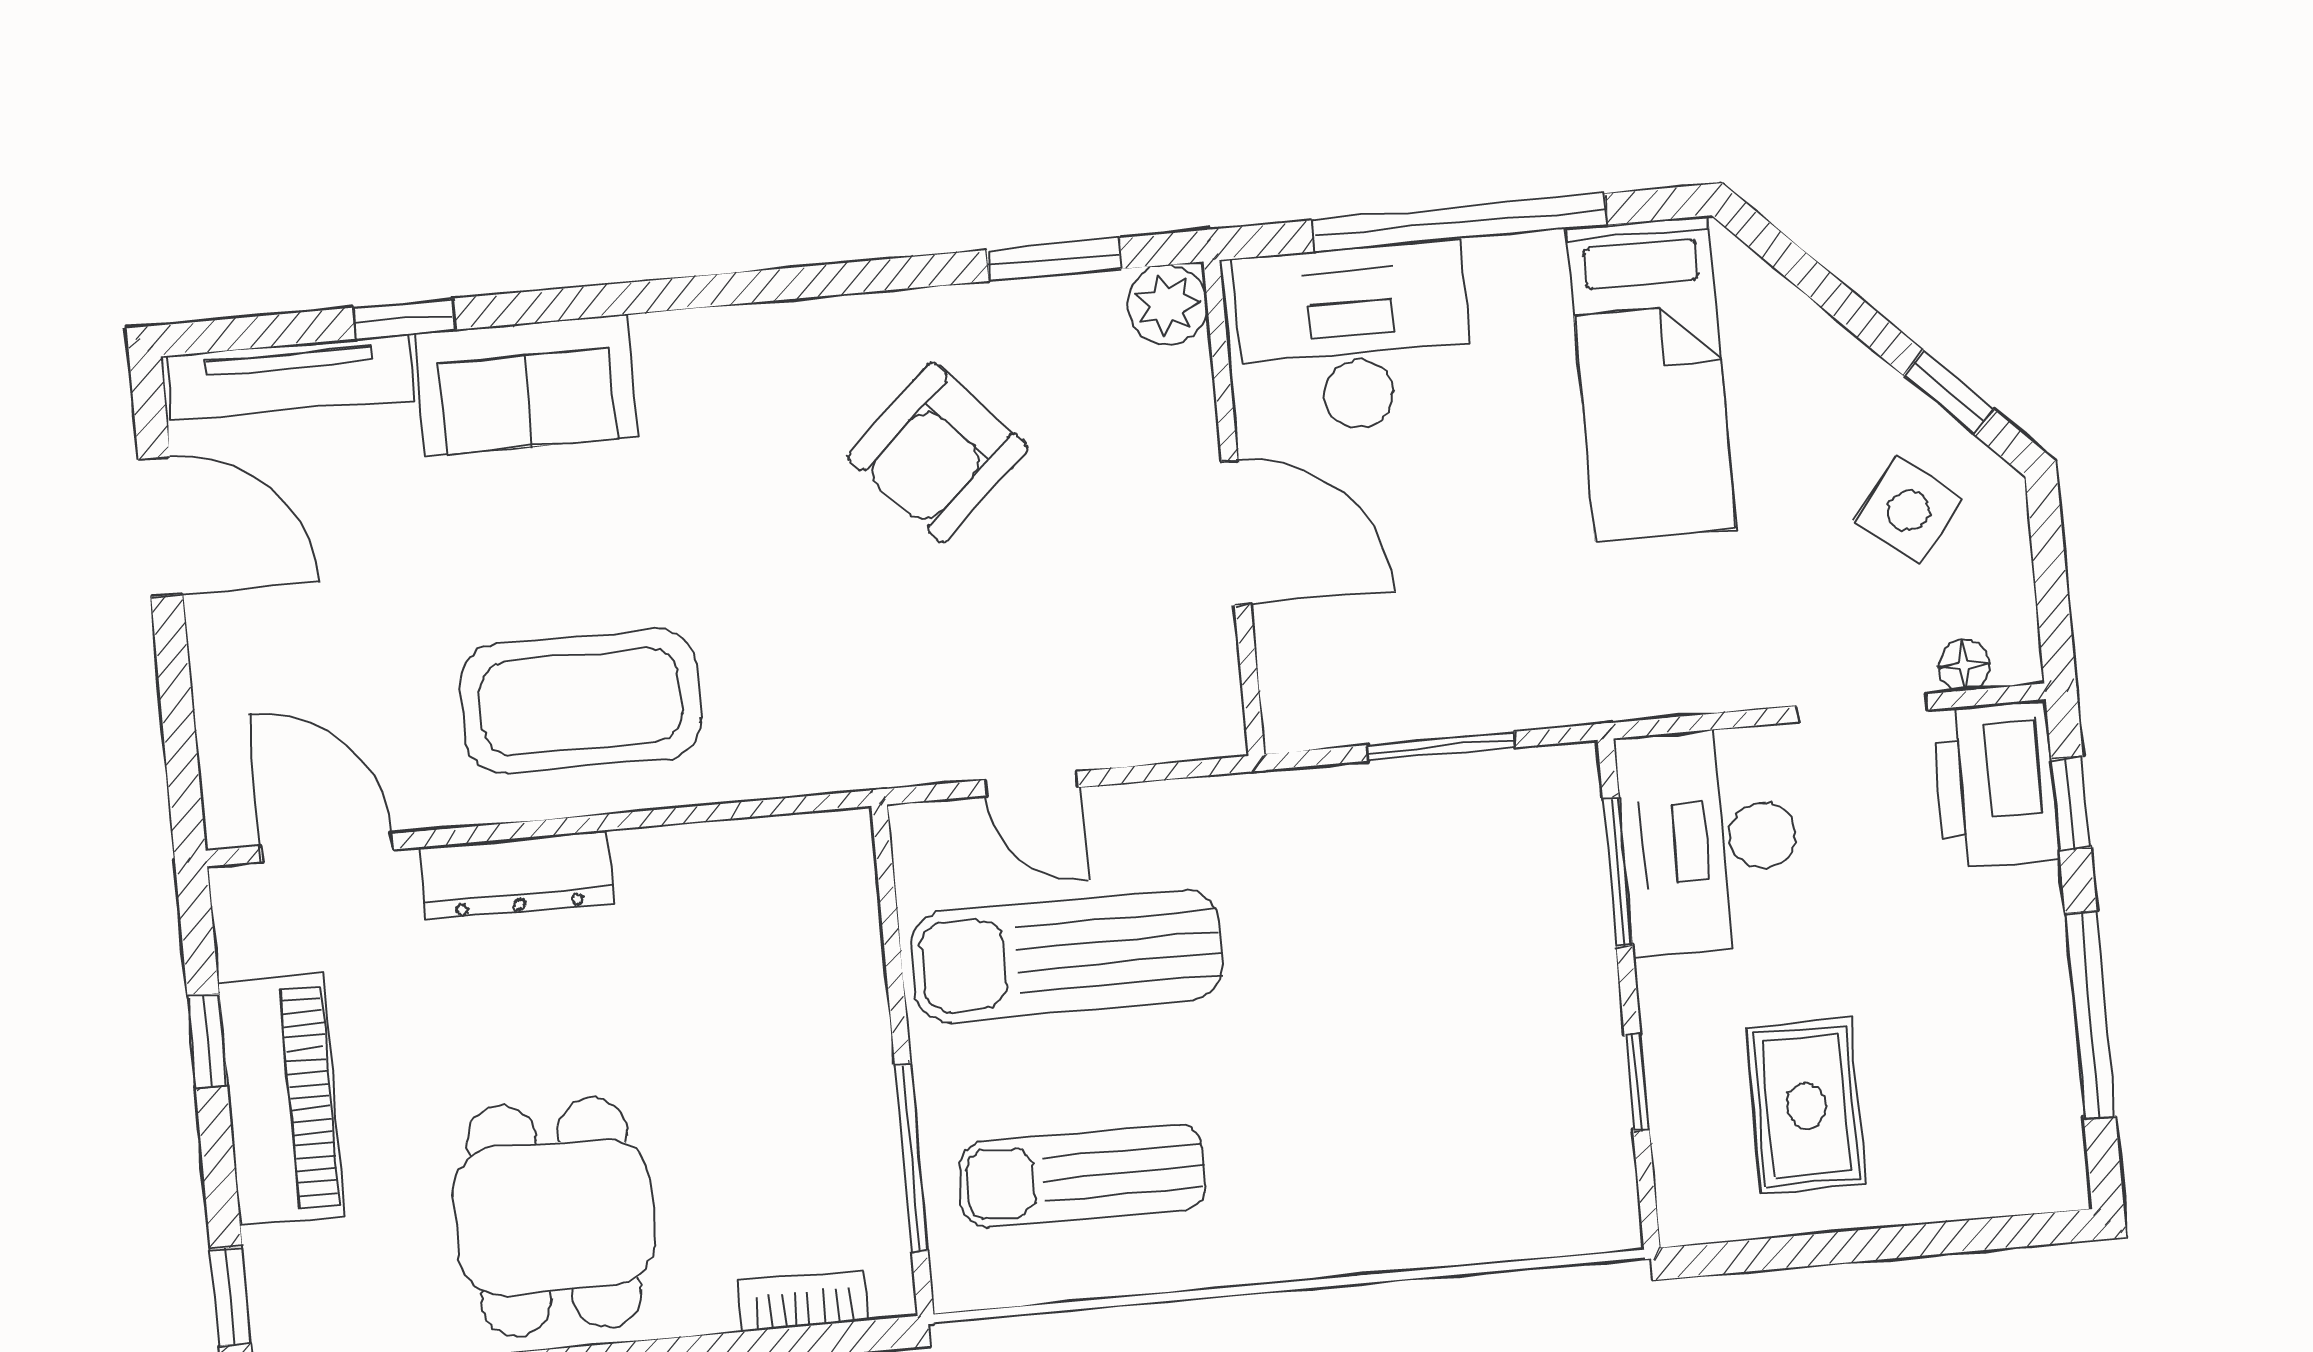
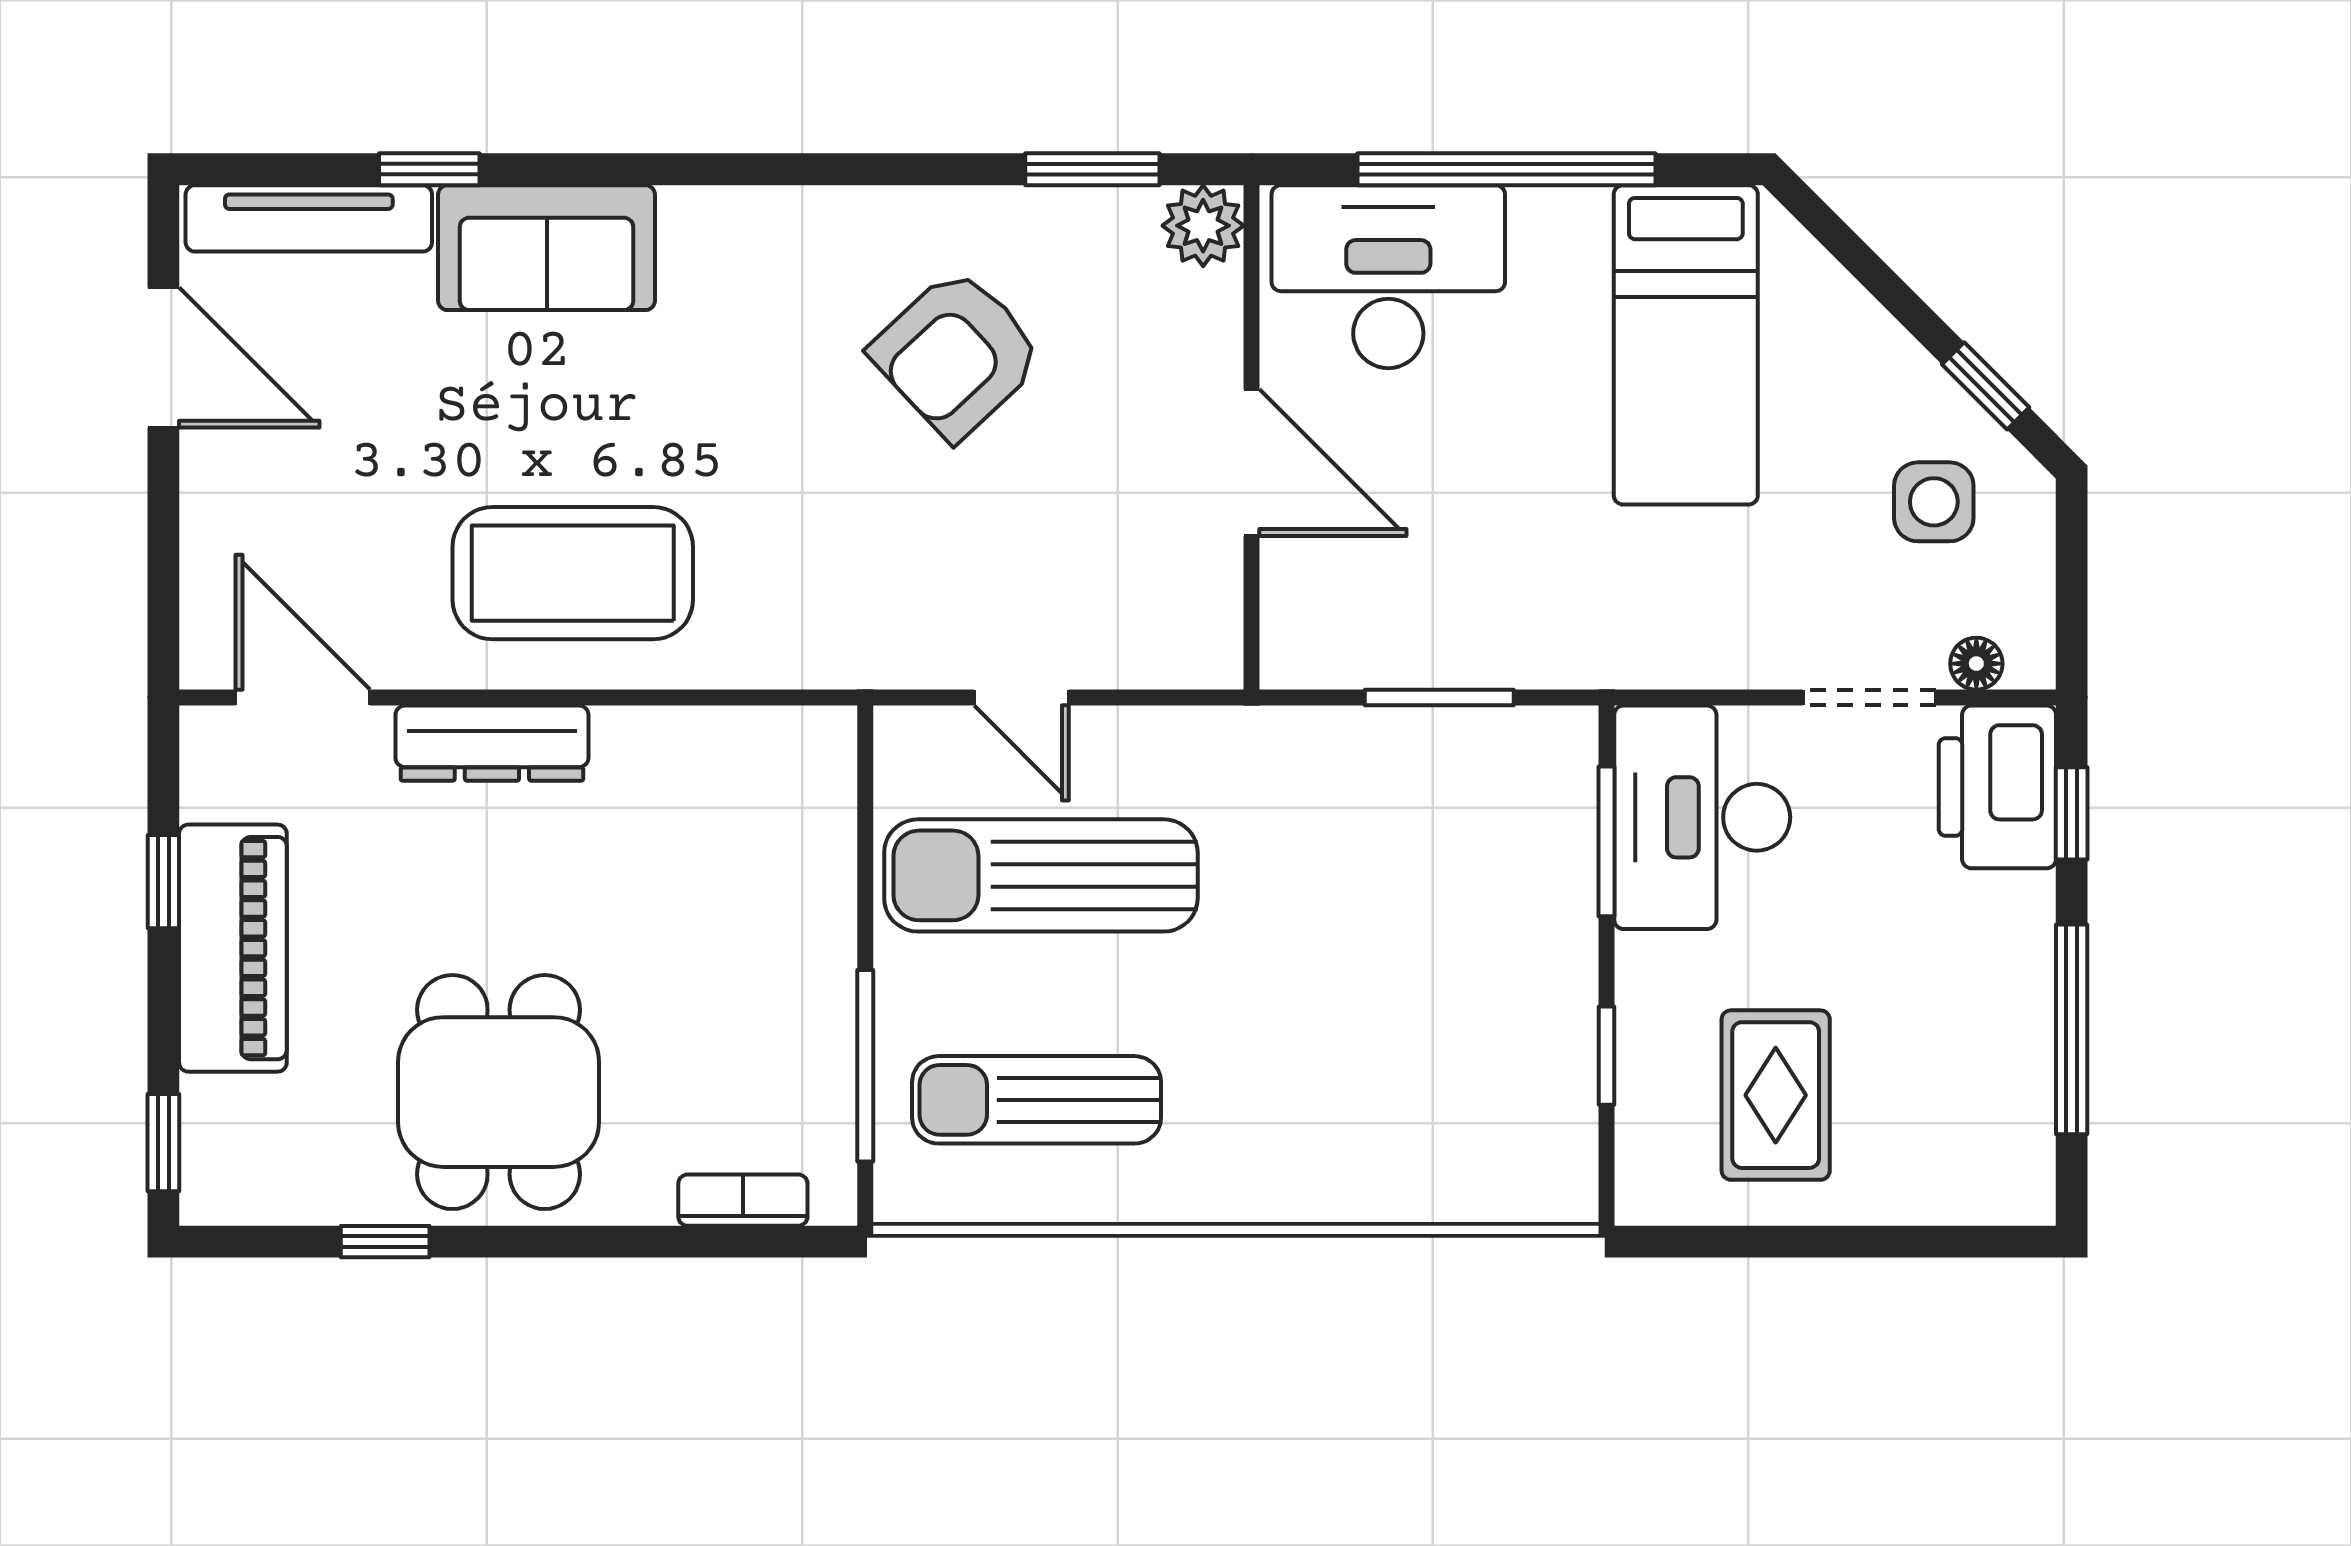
side table: (1908, 510) -> (1934, 502), turned -38

